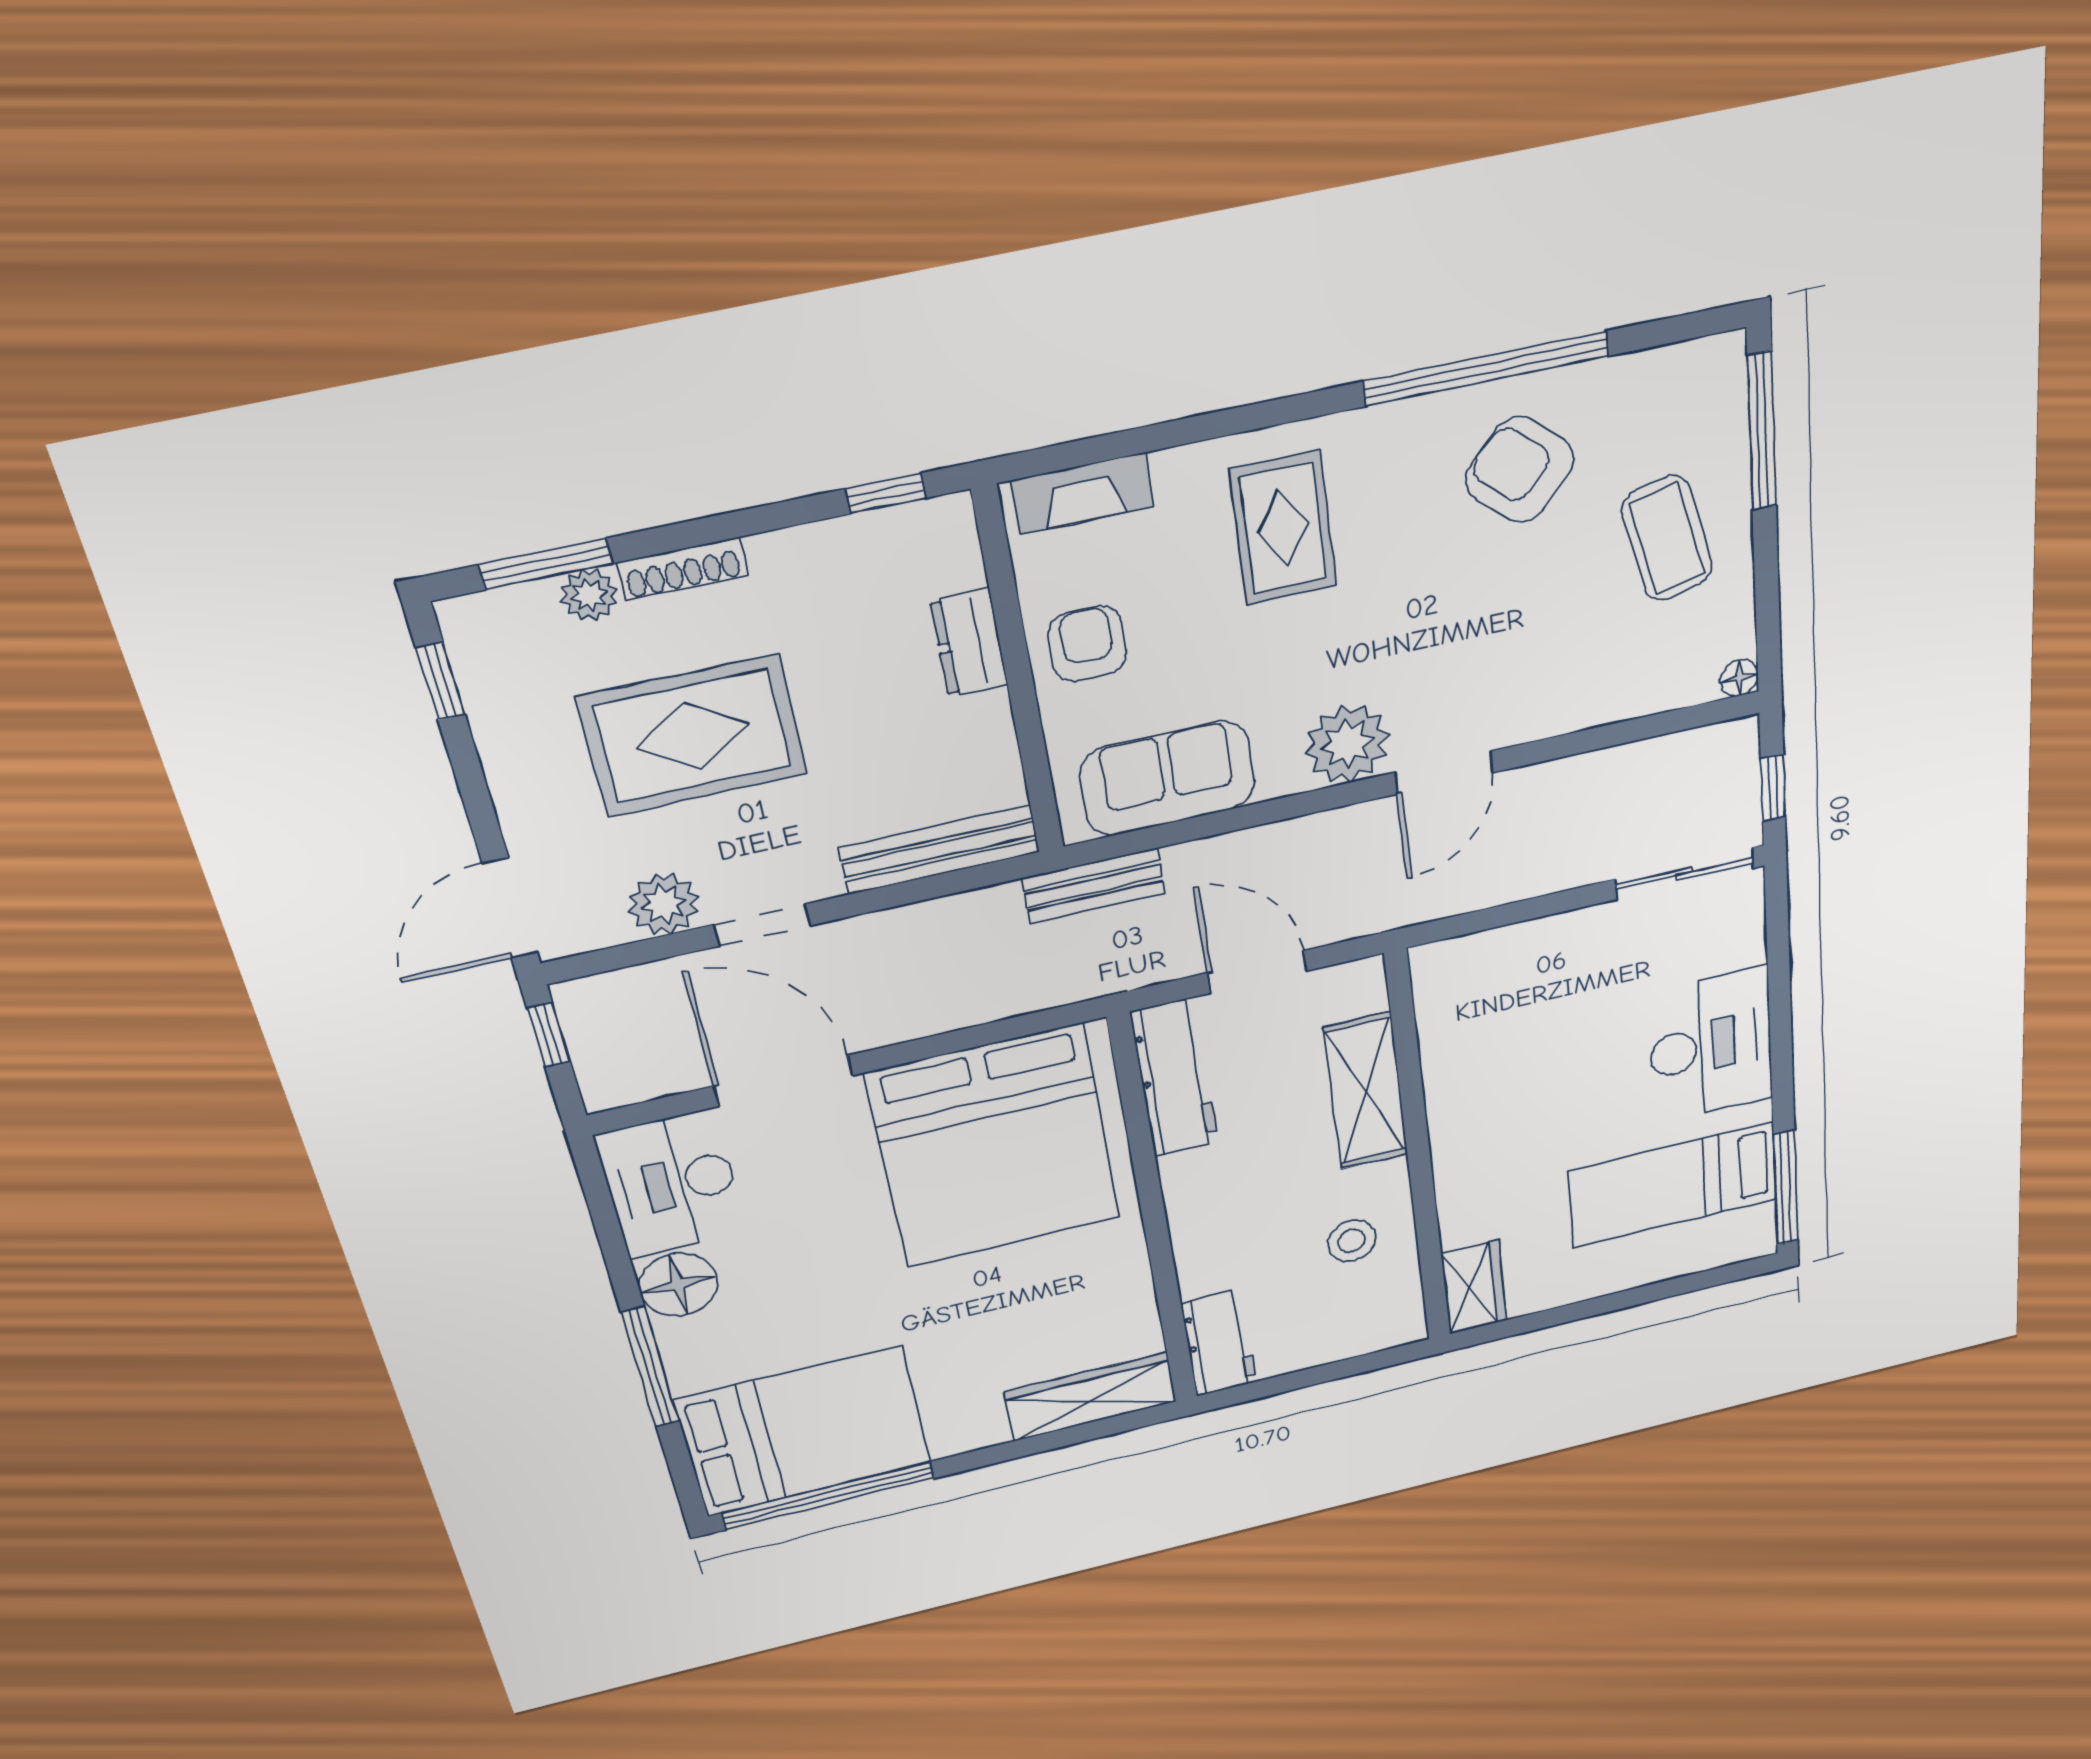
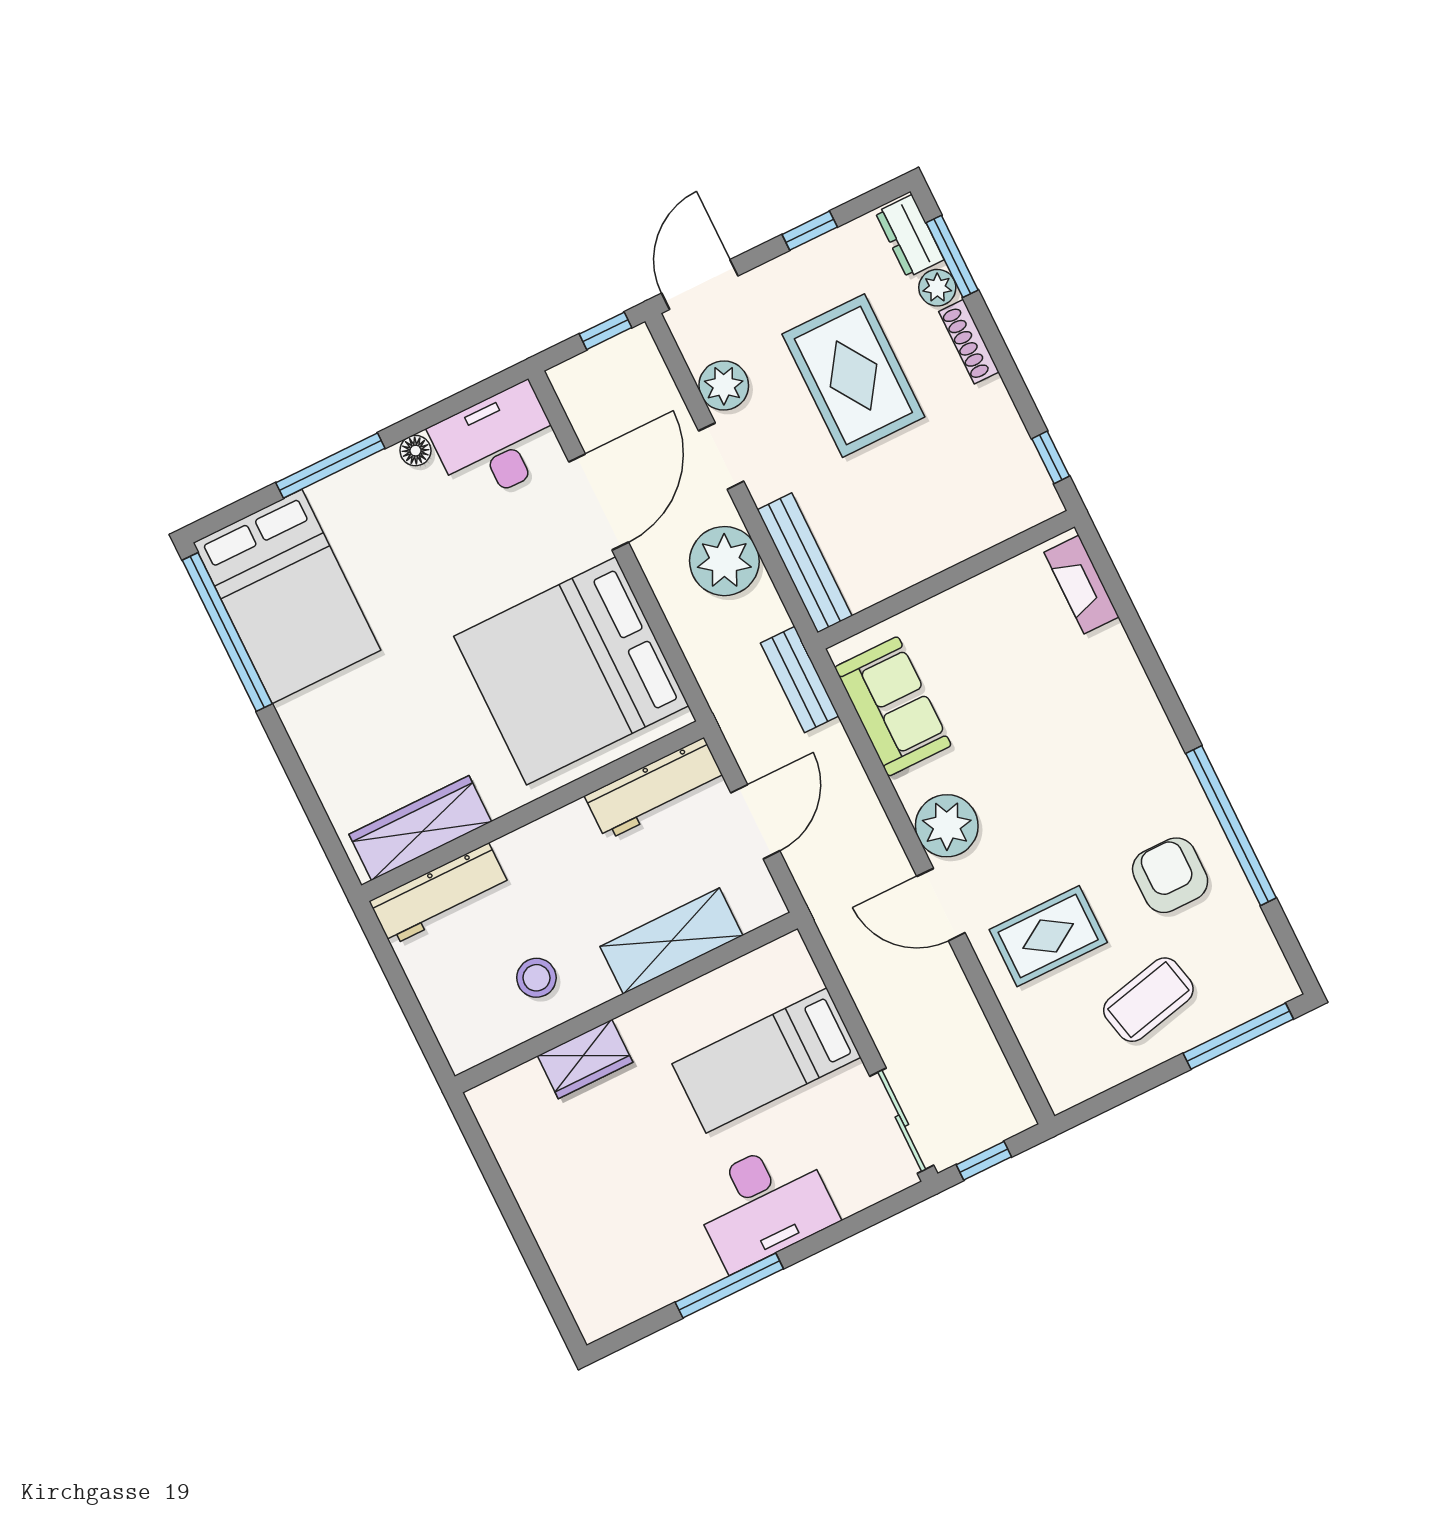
armchair: (1520, 470) -> (1170, 875), turned -42
rug: (1283, 528) -> (1048, 936), moved
dresser: (969, 643) -> (910, 236), moved, turned -90
armchair: (1087, 644) -> (979, 620), removed
floor lamp: (1739, 678) -> (1061, 1097), removed
window: (441, 681) -> (810, 231), moved
door: (510, 908) -> (700, 285), hinge flipped
plant: (907, 947) -> (724, 561), added
bed: (1673, 1185) -> (766, 1061), moved, turned -90
window: (1786, 1188) -> (729, 1285), moved
floor lamp: (678, 1284) -> (415, 451), width x0.53, depth x0.53
wardrobe: (1474, 1287) -> (585, 1059), moved
workbench: (1219, 1343) -> (440, 894), width x1.38
wardrobe: (1090, 1397) -> (420, 828), moved, turned -90

